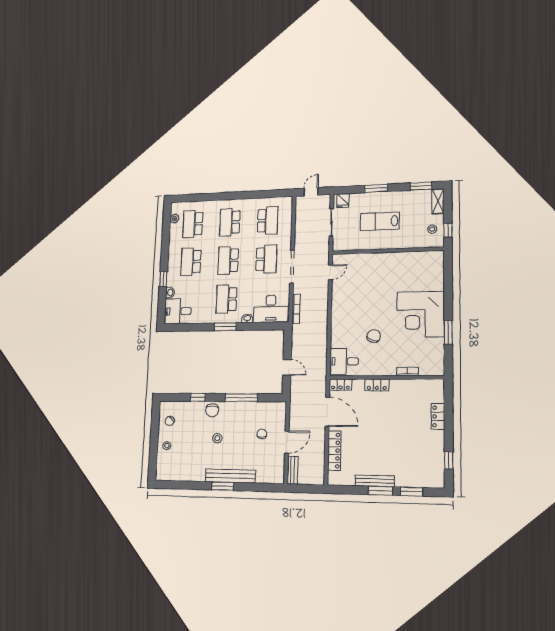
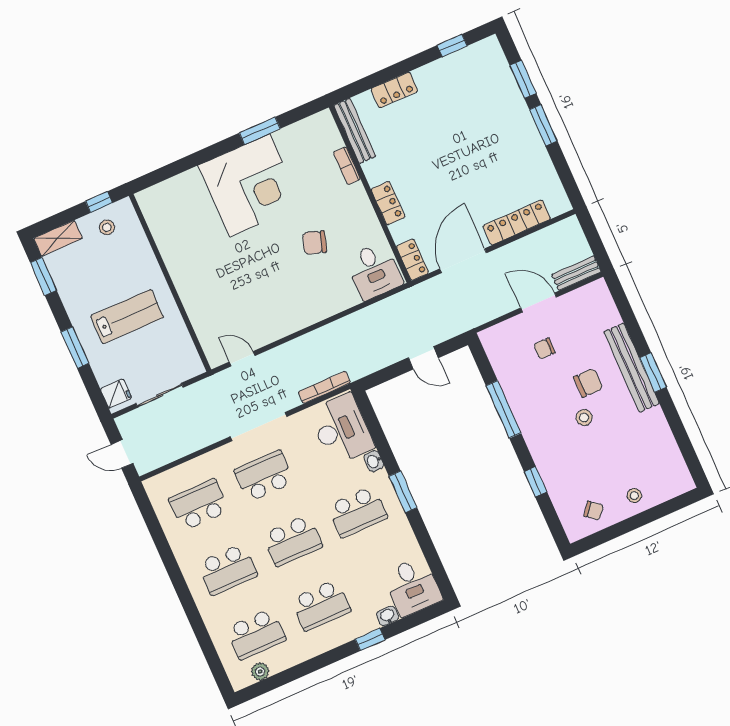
lab bench: (380, 221) -> (127, 317), turned -90
door: (287, 367) -> (423, 358), swing flipped
chair: (212, 410) -> (588, 383), moved
bench: (375, 481) -> (355, 131), moved

